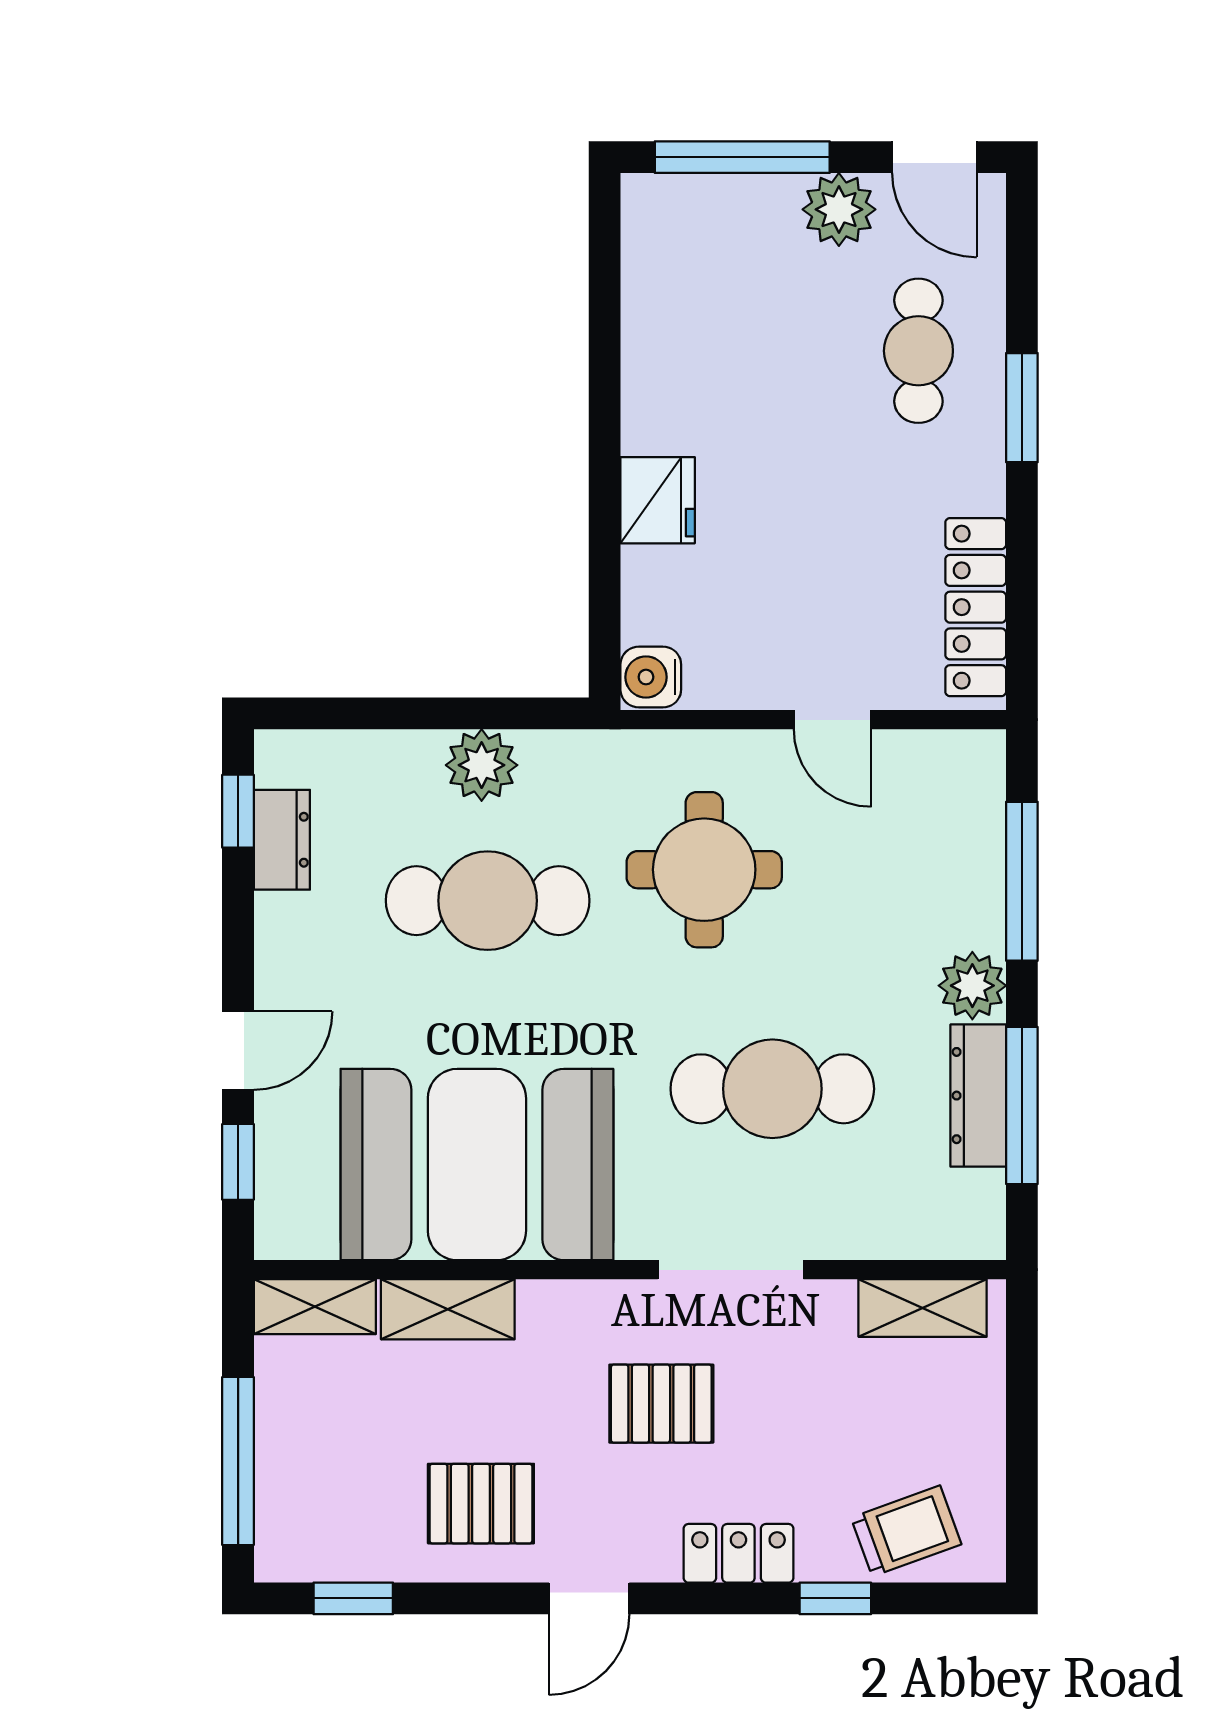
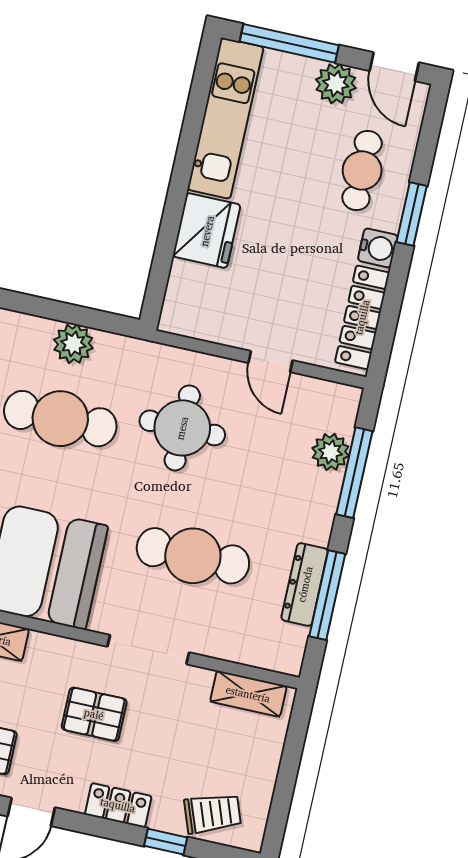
kitchen unit: (660, 312) -> (225, 118), added
fridge: (658, 500) -> (207, 231), width x1.36, depth x1.34
water cooler: (651, 677) -> (378, 248), moved, turned 180
plant: (972, 986) -> (331, 452), moved

